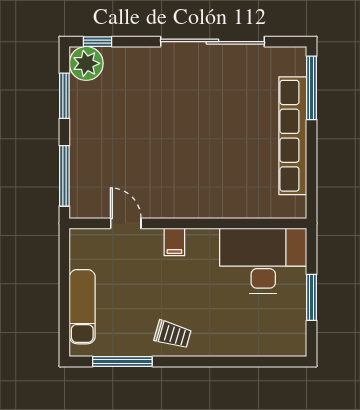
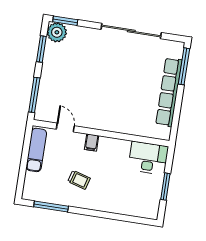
window: (97, 42) -> (65, 21), width x1.50
desk: (263, 261) -> (148, 158), width x0.73, depth x0.77
exam couch: (82, 307) -> (36, 150), moved
trolley: (173, 334) -> (79, 180), moved

